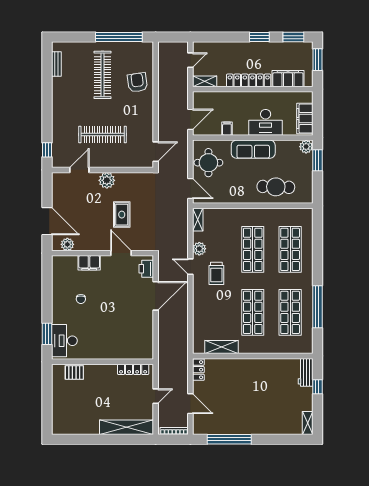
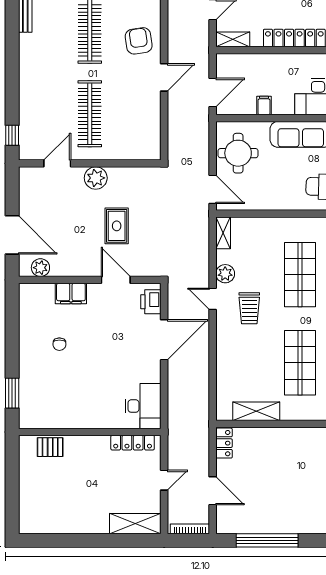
clothes rail: (103, 135) -> (90, 114), turned 90
door: (156, 152) -> (164, 77), moved
desk: (64, 341) -> (143, 406), moved, turned 180
shelving: (126, 427) -> (135, 524), width x0.68

